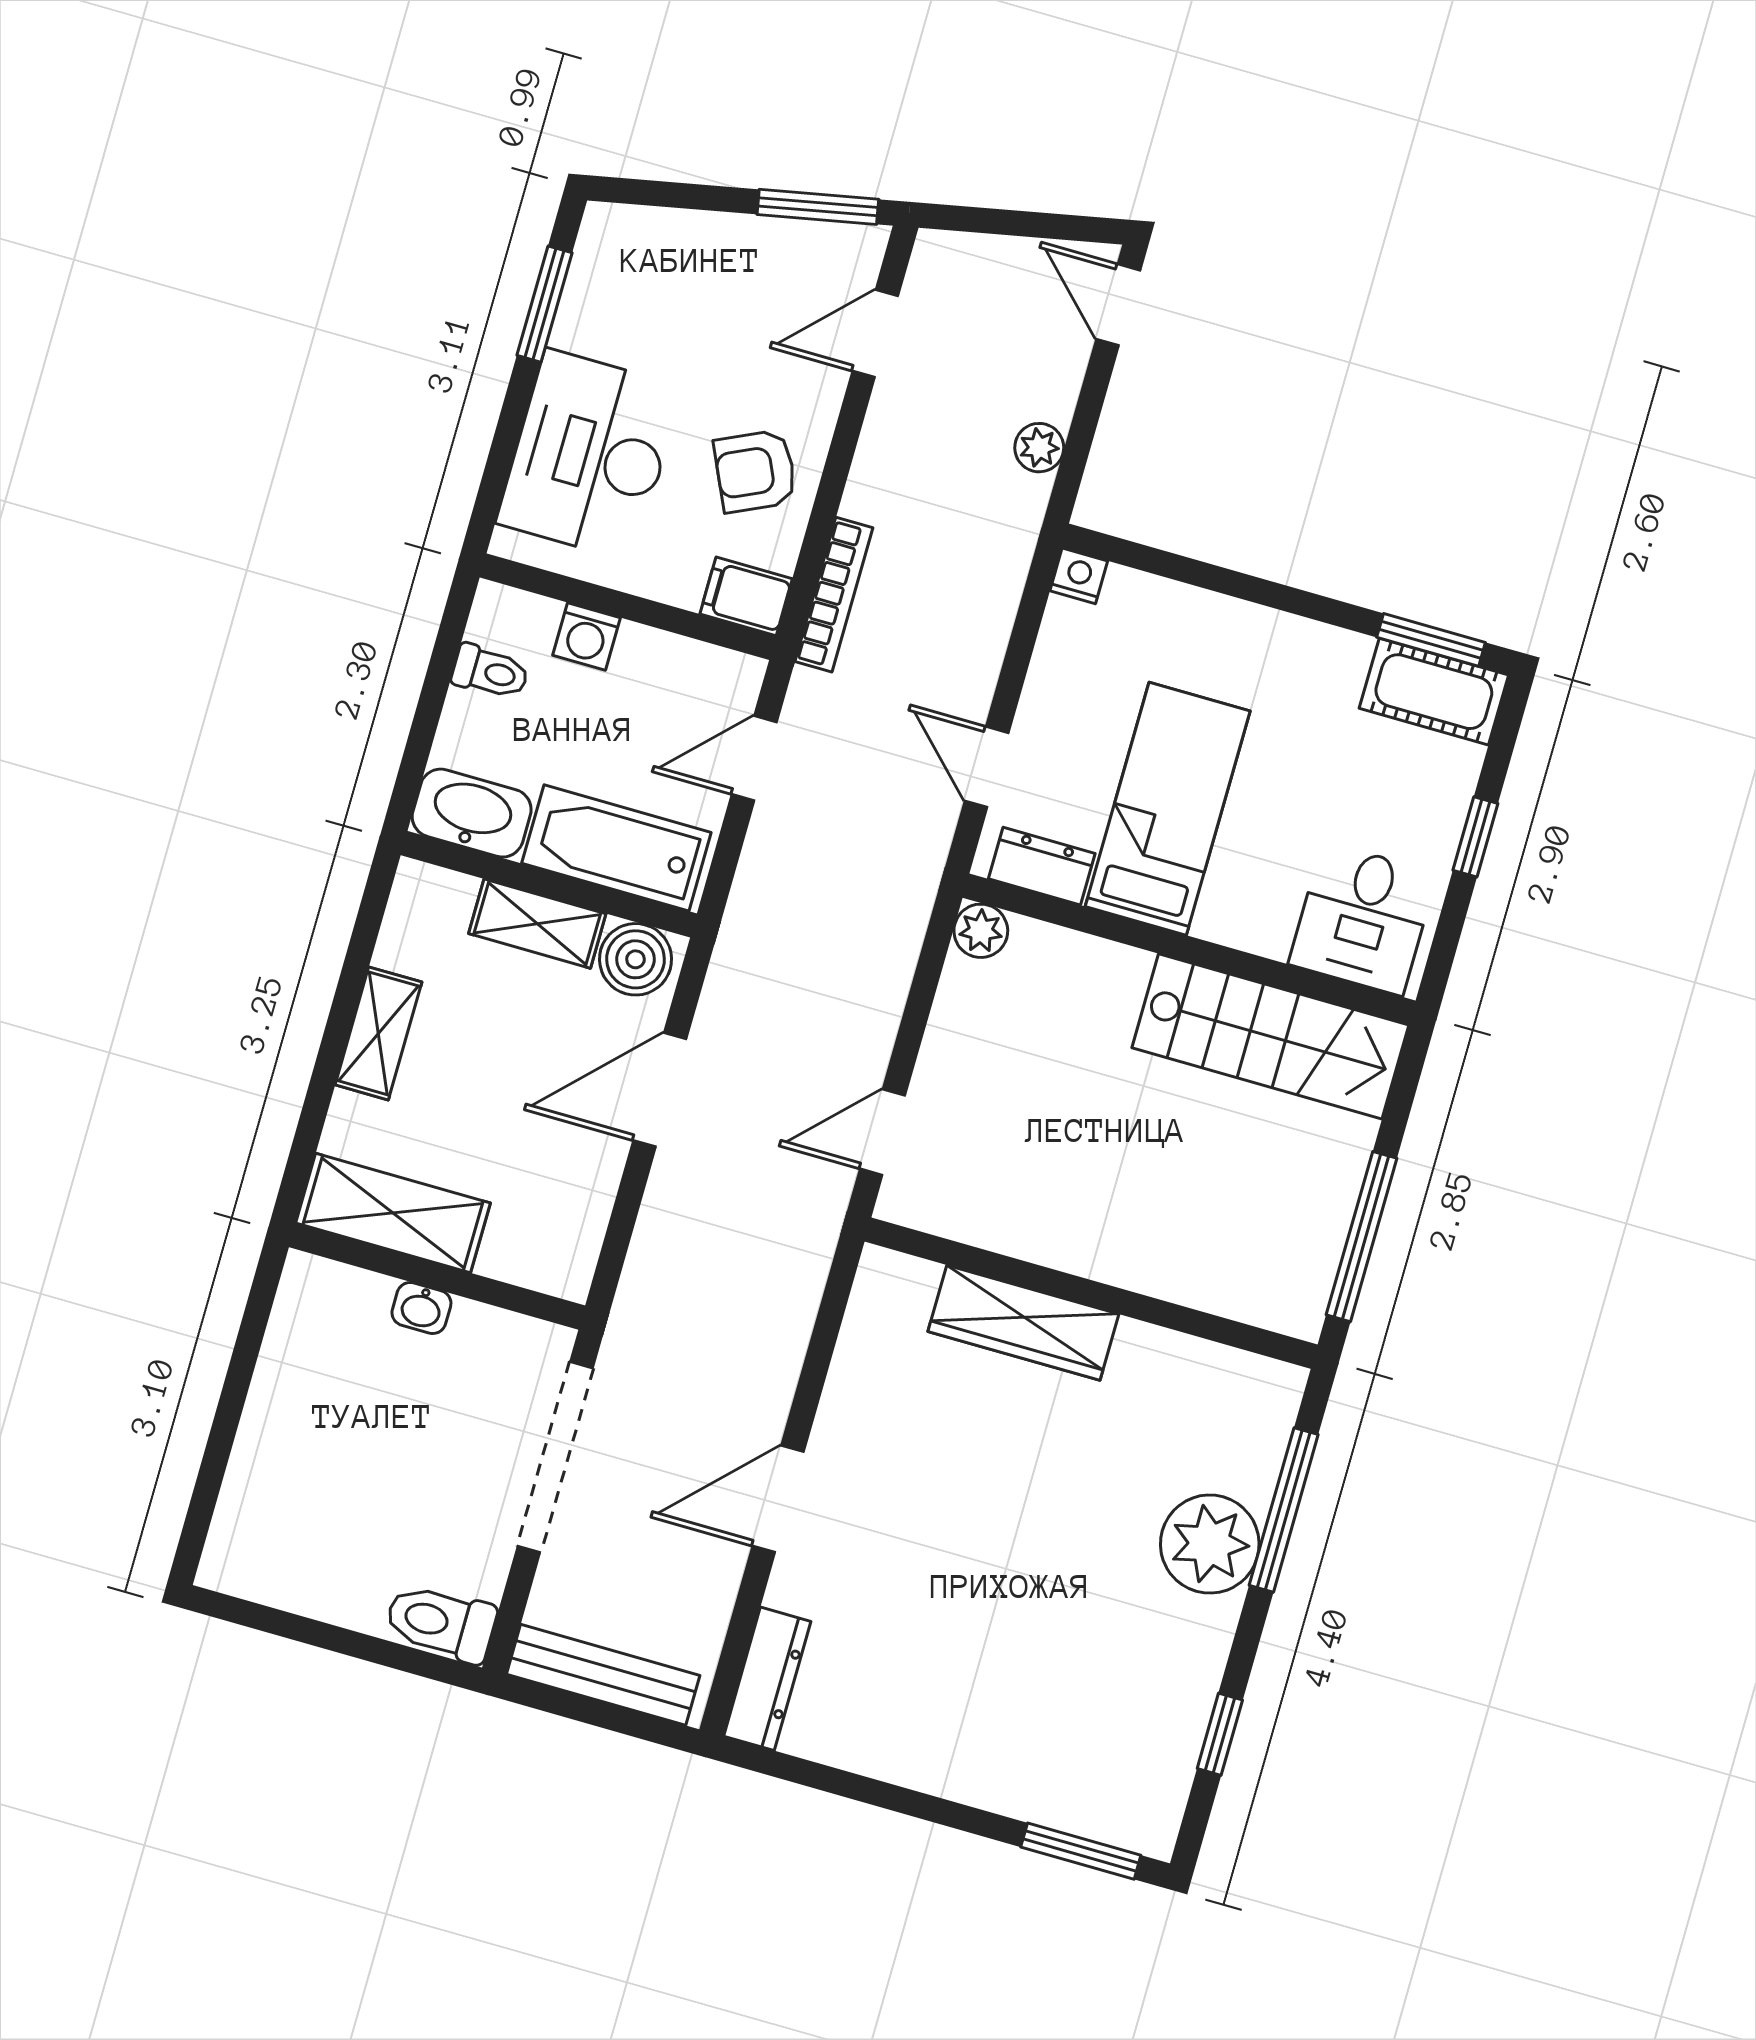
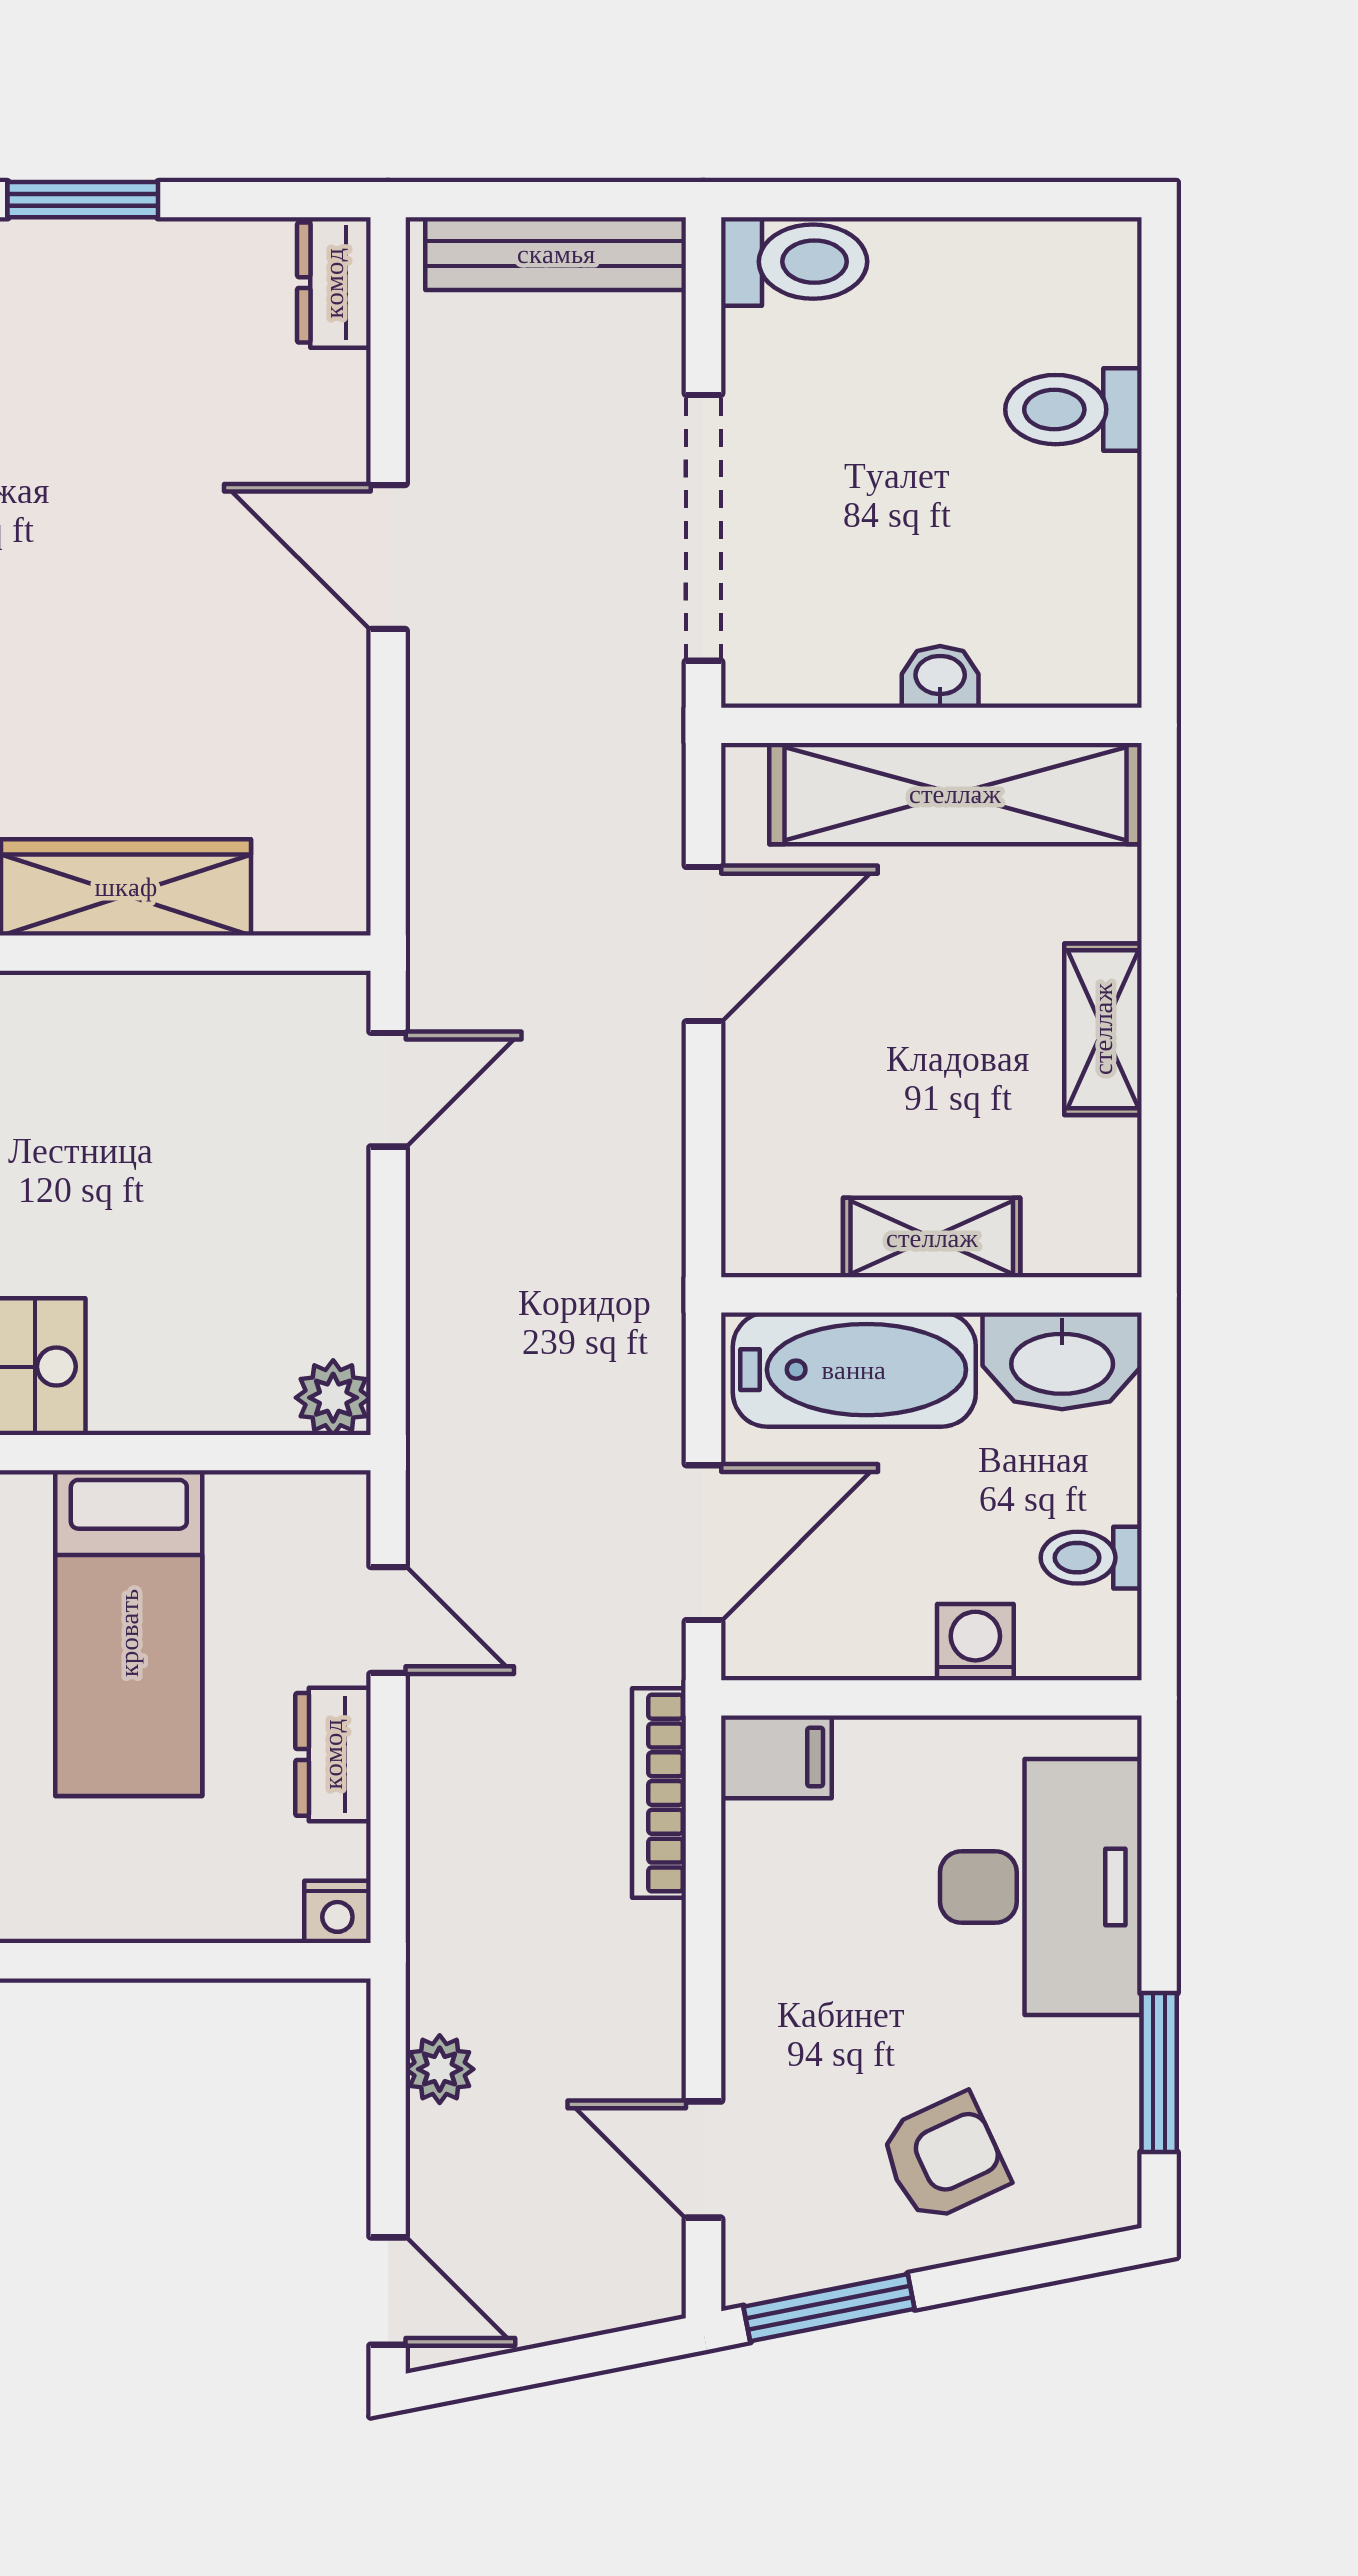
door: (875, 334) -> (703, 2160), swing flipped
armchair: (755, 471) -> (944, 2158), moved
door: (754, 758) -> (703, 1543), width x1.38
dresser: (1042, 866) -> (333, 1754), moved, turned 90
boiler: (636, 959) -> (786, 1227), removed
door: (660, 1090) -> (703, 944), moved
shelving: (393, 1213) -> (955, 794), width x1.47
toilet: (277, 1466) -> (1073, 410), added
door: (778, 1499) -> (388, 557), swing flipped
dresser: (767, 1679) -> (334, 283), width x0.70
window: (918, 1805) -> (83, 200), added

